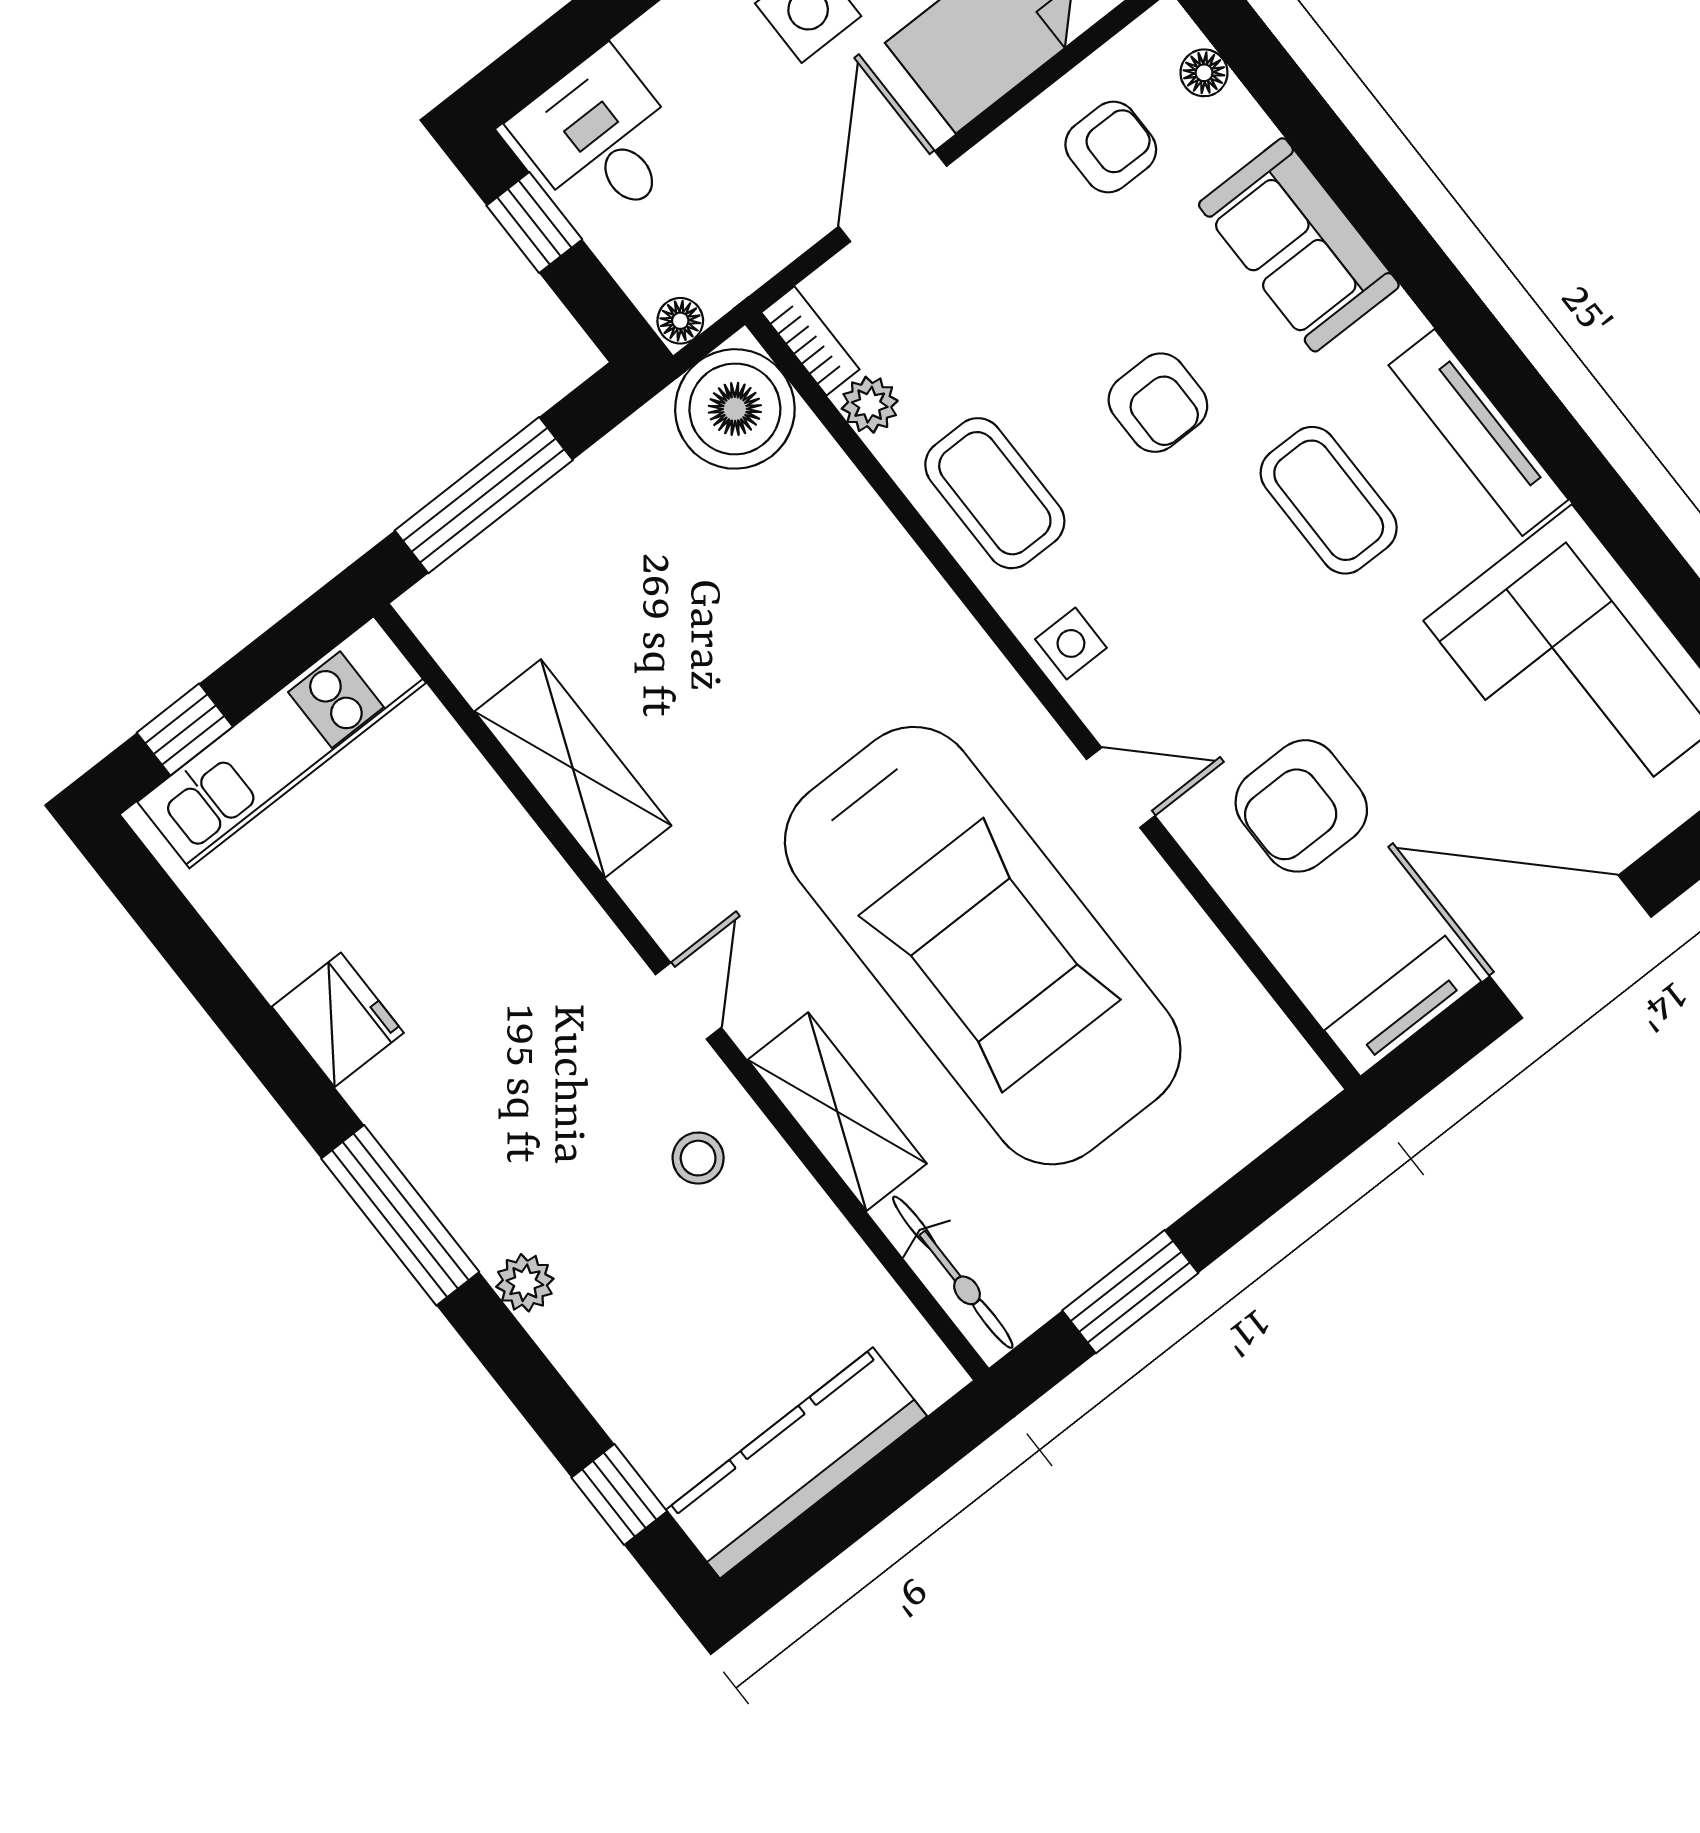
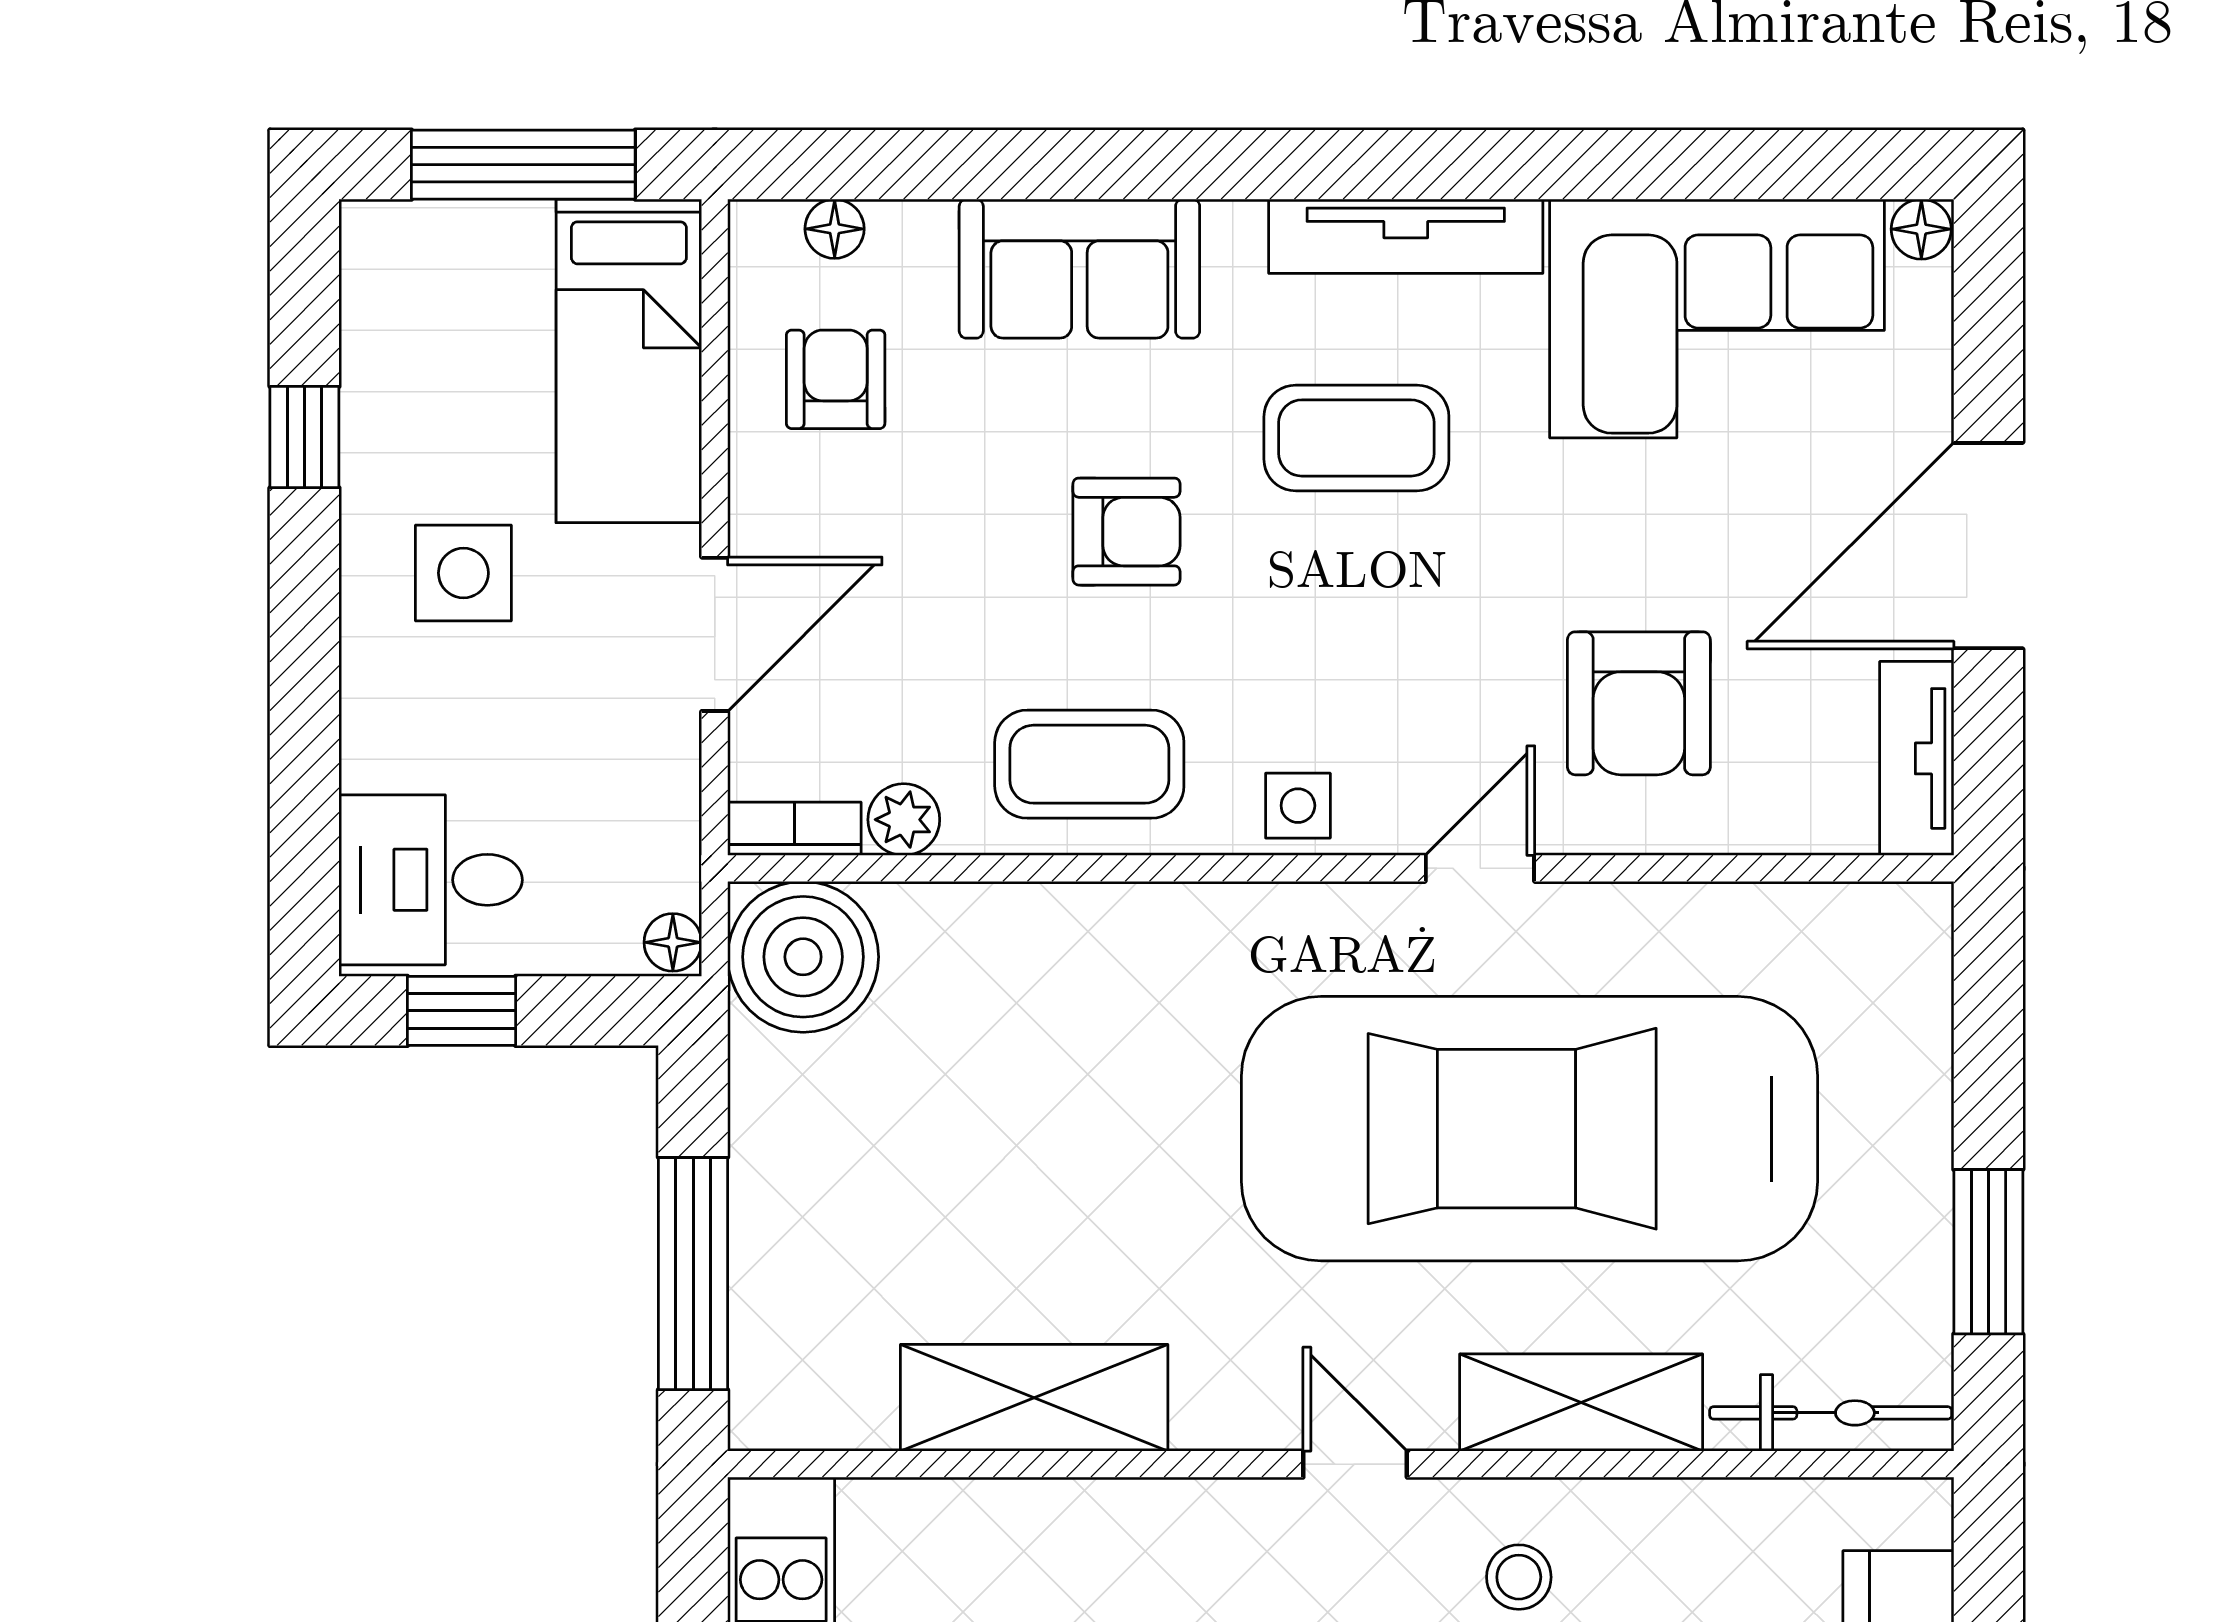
door: (893, 196) -> (715, 634), swing flipped
car: (983, 946) -> (1529, 1129), turned 180

